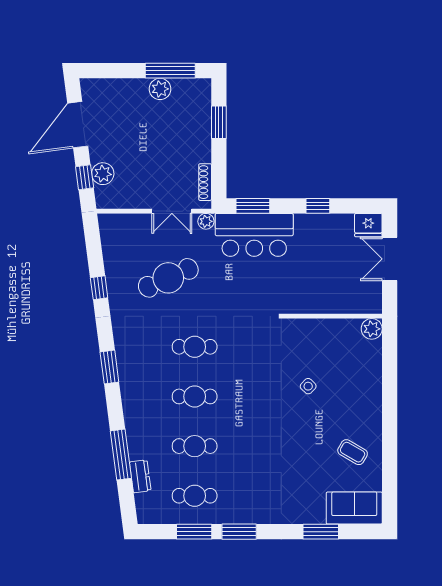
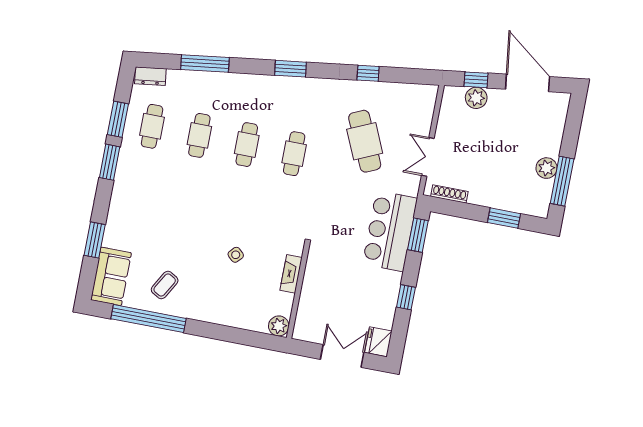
plant: (206, 221) -> (412, 188), removed
fireplace: (317, 326) -> (291, 274), added
window: (390, 462) -> (149, 319), added
dresser: (140, 476) -> (150, 76), moved

